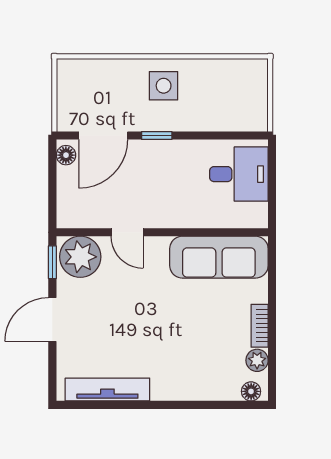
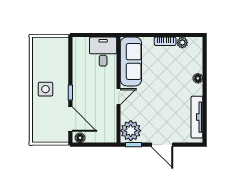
desk: (239, 174) -> (103, 52), moved
door: (127, 232) -> (119, 97), moved
floor lamp: (251, 391) -> (198, 78), moved

